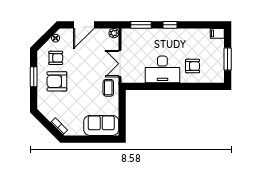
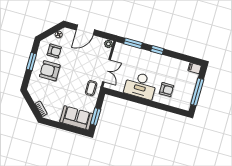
window: (228, 59) -> (197, 92), width x1.44
double door: (120, 64) -> (106, 71), swing flipped
window: (122, 118) -> (96, 117), added

